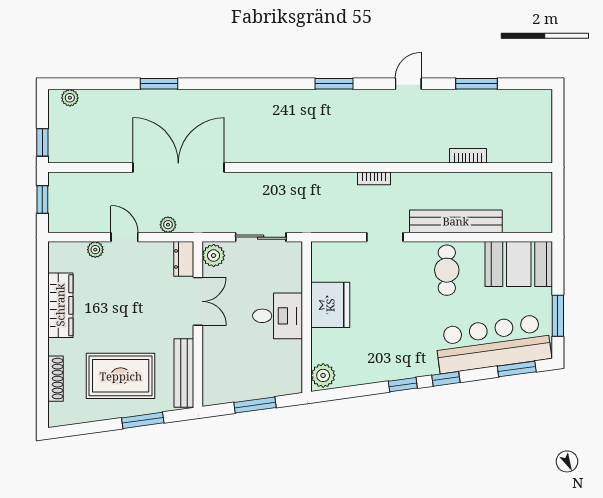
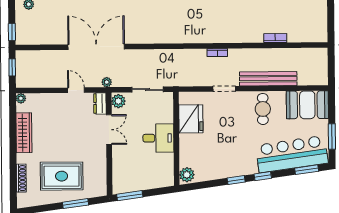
plant: (168, 225) -> (107, 82), moved
door: (125, 237) -> (76, 90), moved
plant: (95, 250) -> (21, 98), moved
fridge: (330, 305) -> (191, 119), moved
bench: (184, 373) -> (101, 174), removed
window: (255, 405) -> (130, 196), moved

